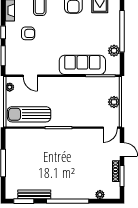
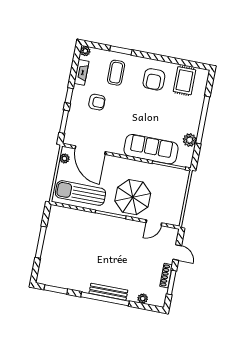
door: (30, 76) -> (90, 150), width x1.88
plant: (114, 102) -> (178, 198), removed
parasol: (75, 109) -> (133, 197), added
door: (110, 128) -> (154, 223), moved
bench: (34, 194) -> (108, 292), moved

